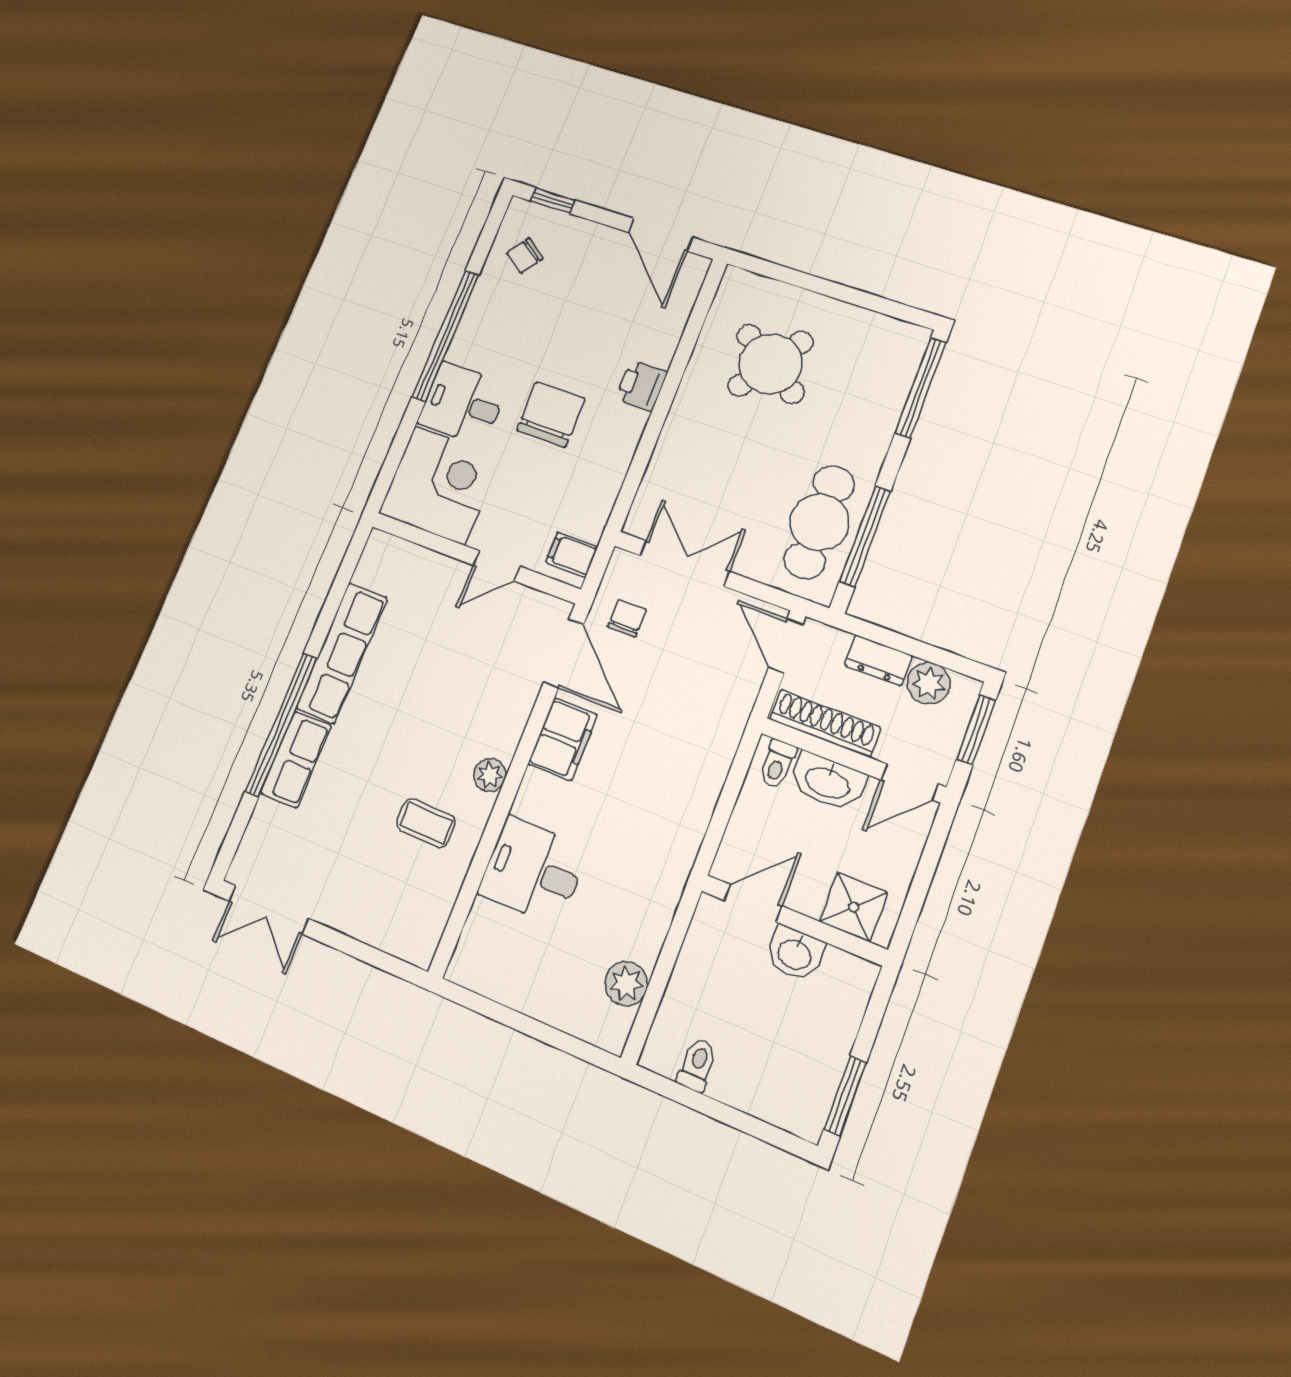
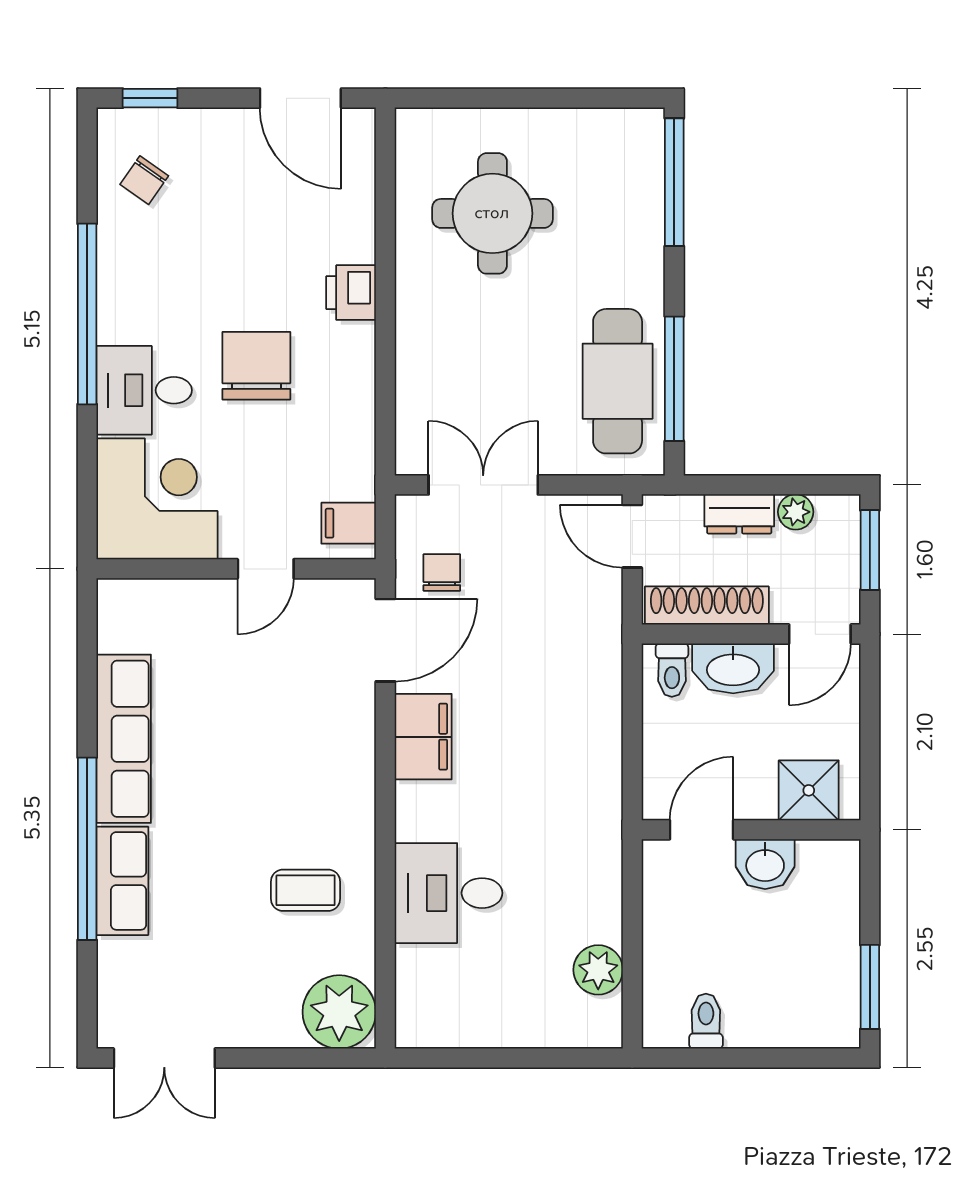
round table: (771, 364) -> (492, 213), turned -34
door: (564, 654) -> (385, 640), hinge flipped
plant: (929, 683) -> (796, 512), width x0.73, depth x0.73
plant: (490, 775) -> (339, 1012), moved, width x1.88, depth x1.88

